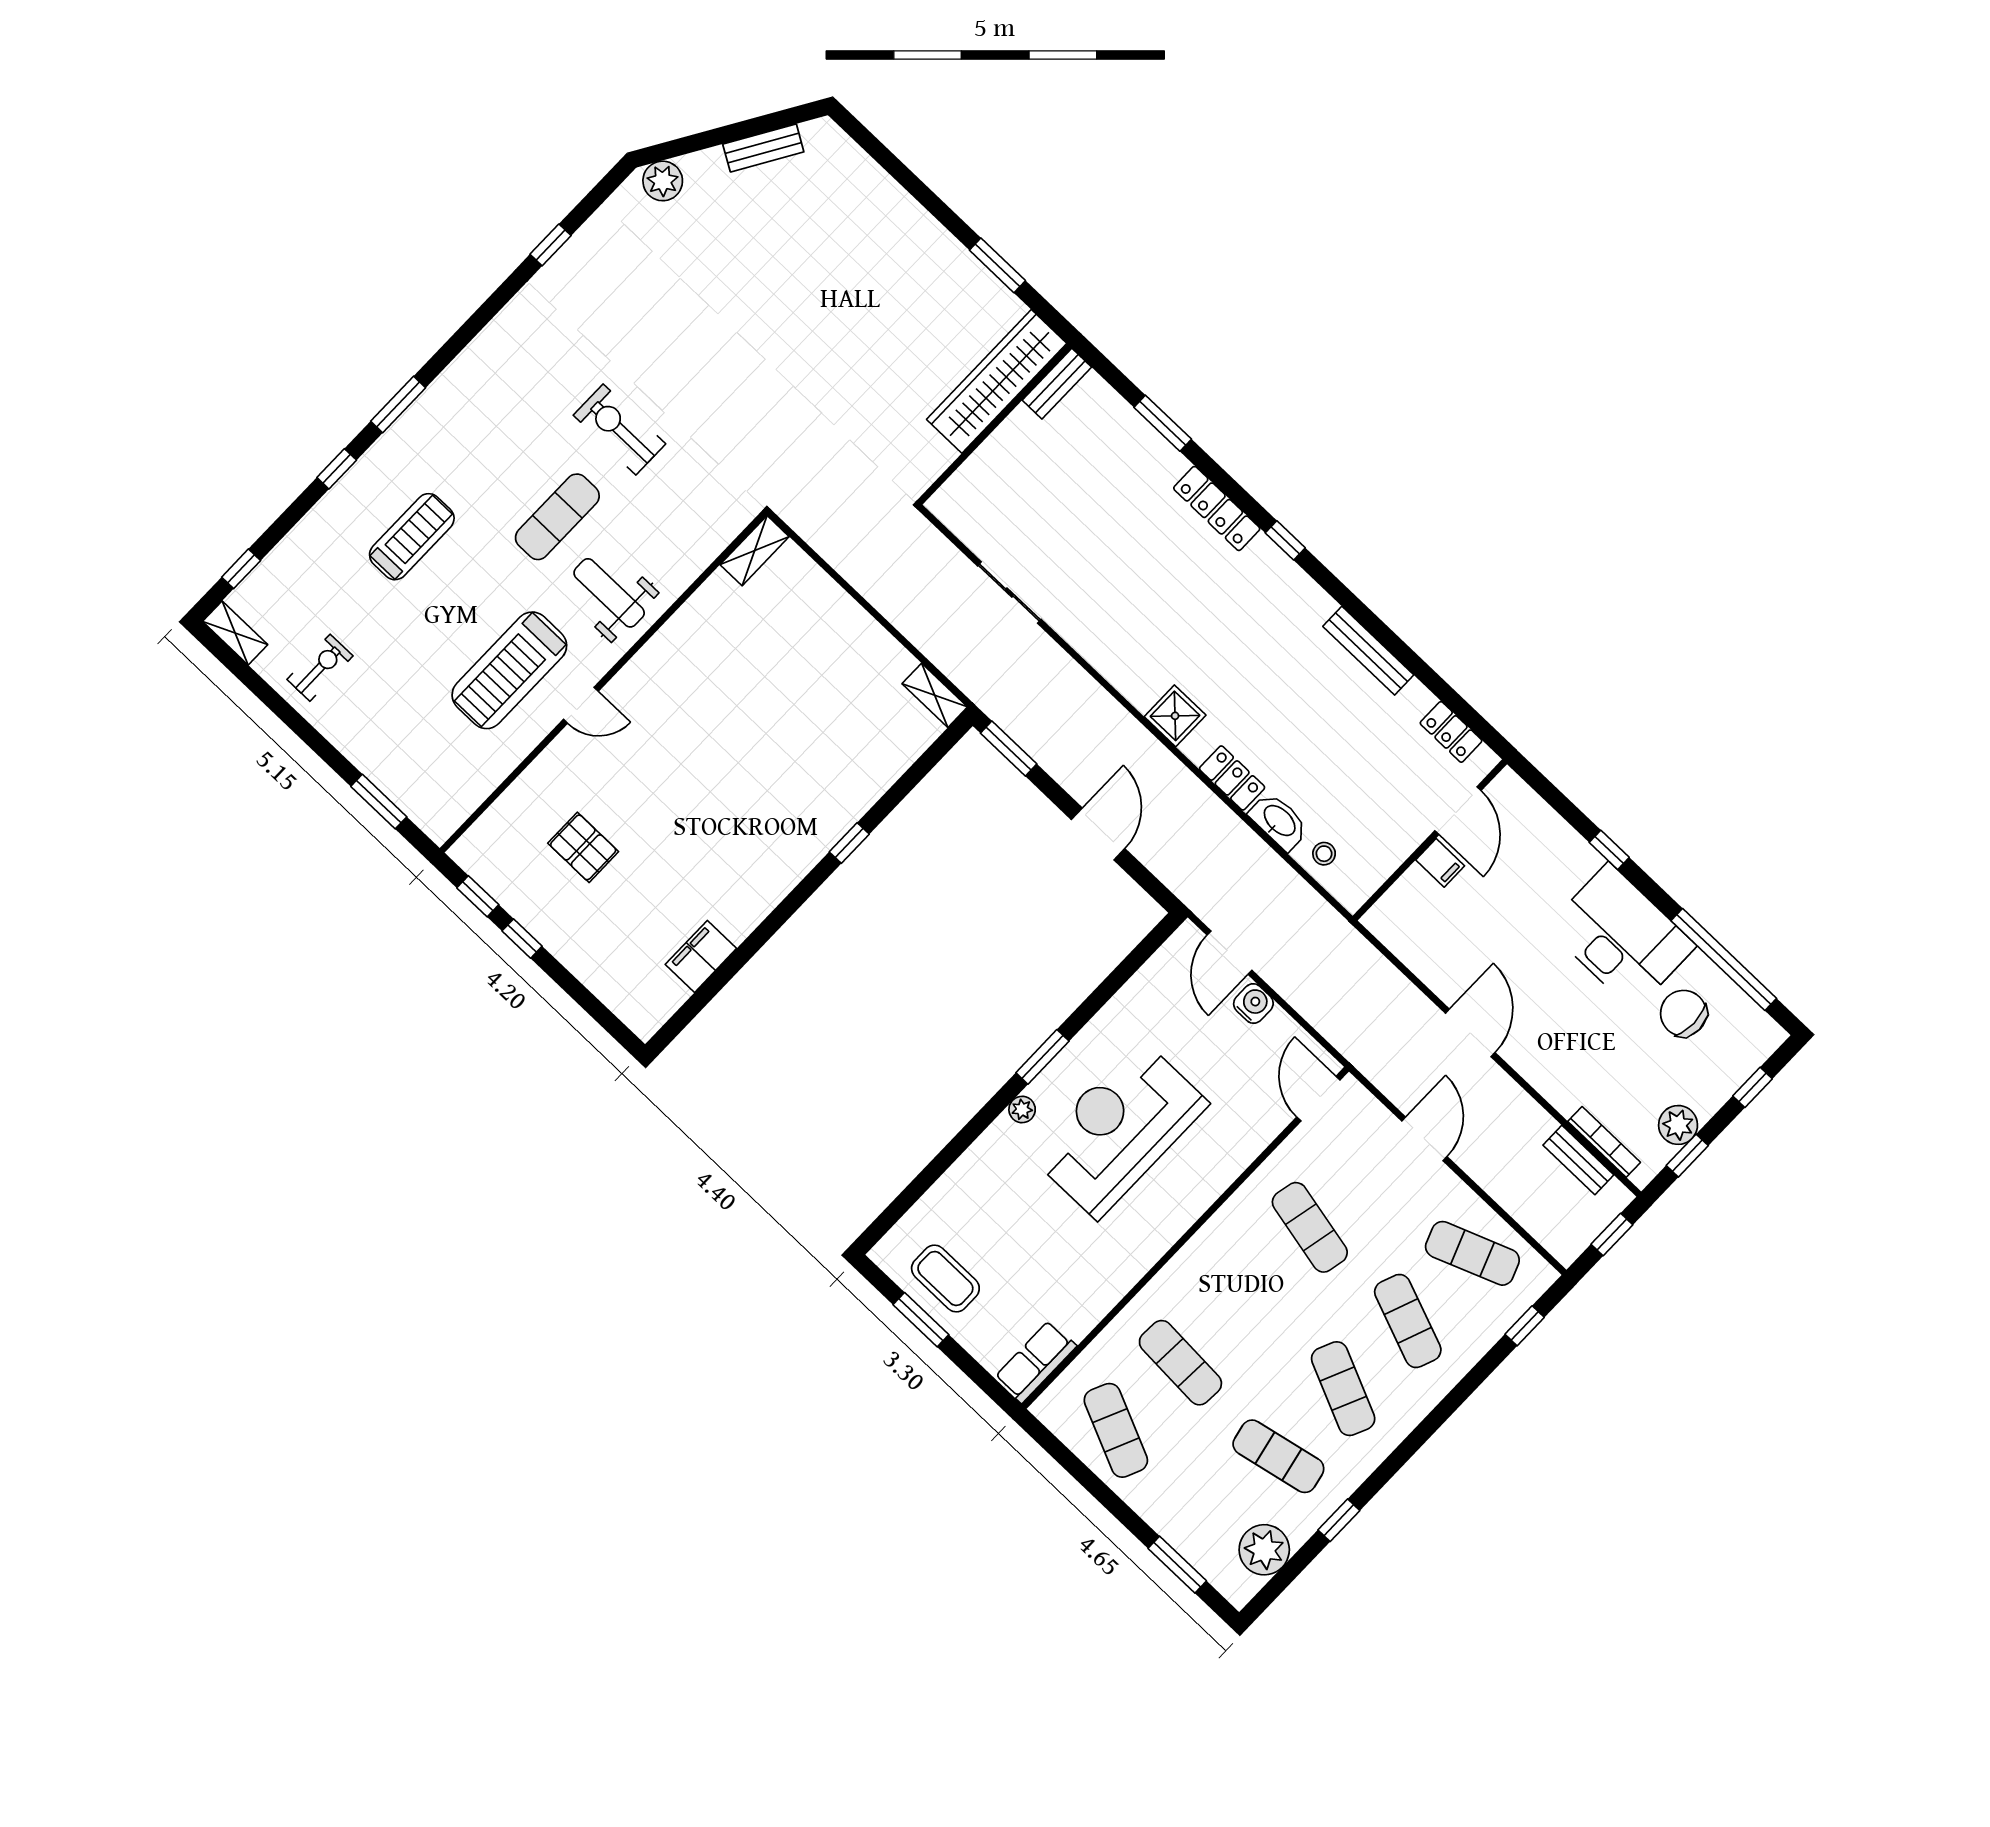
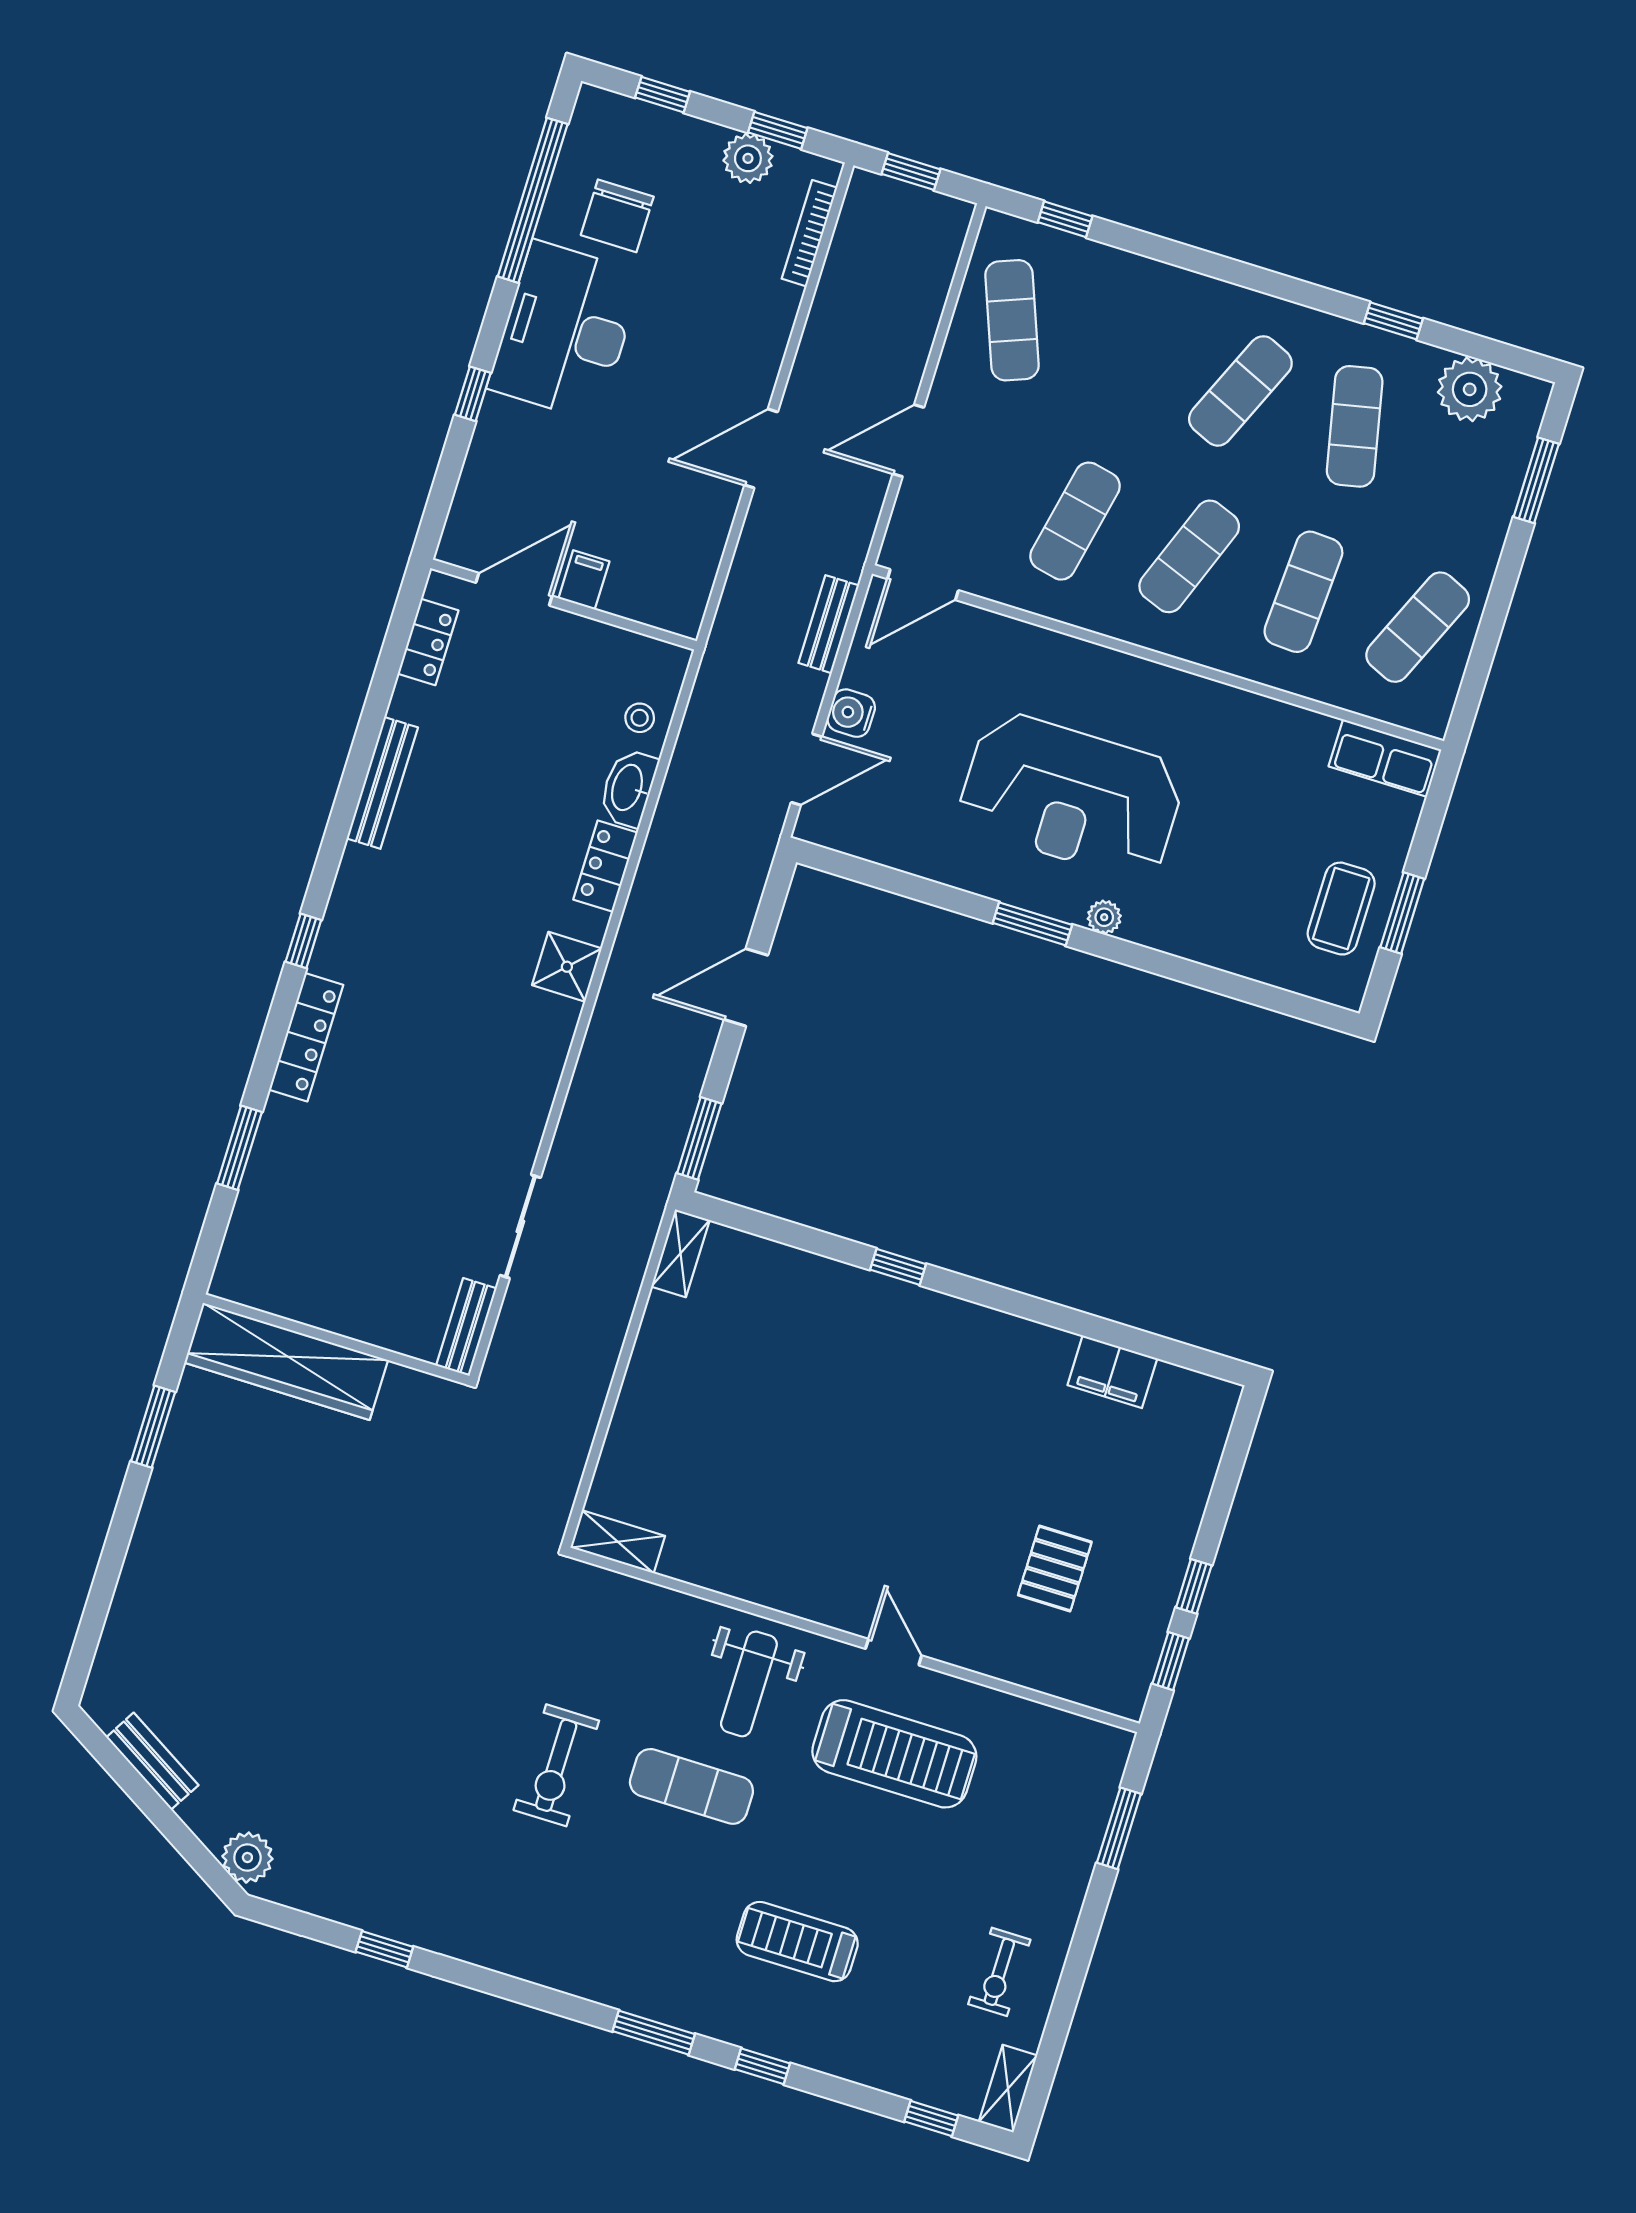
bench: (1057, 384) -> (466, 1327), moved, turned 90
exercise bike: (320, 668) -> (999, 1972), turned -90
bench: (1578, 1160) -> (829, 624), moved
exercise mat: (1408, 1321) -> (1189, 556), moved

